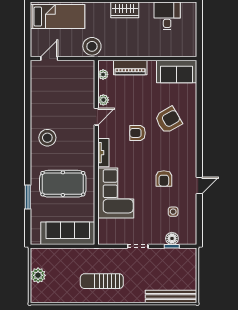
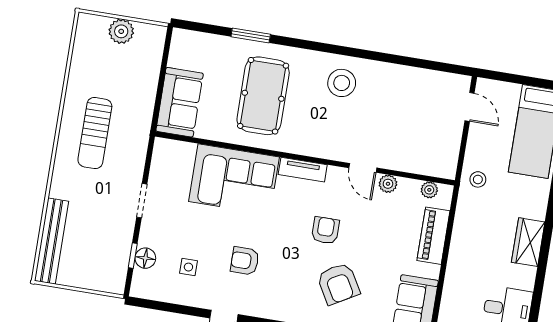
stool: (92, 46) -> (478, 179), width x0.53, depth x0.53
sofa: (68, 233) -> (180, 102), width x0.73
sun lounger: (102, 281) -> (95, 133), turned 180

